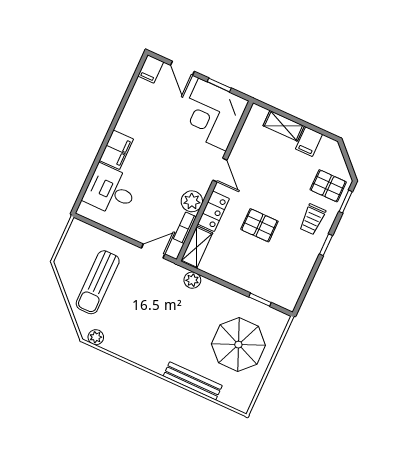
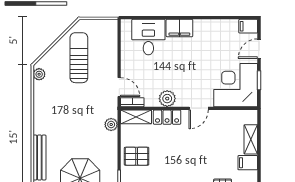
pallet: (259, 225) -> (137, 156), moved, turned 90
bookcase: (185, 228) -> (132, 102), moved
sun lounger: (98, 282) -> (79, 58), turned 90

